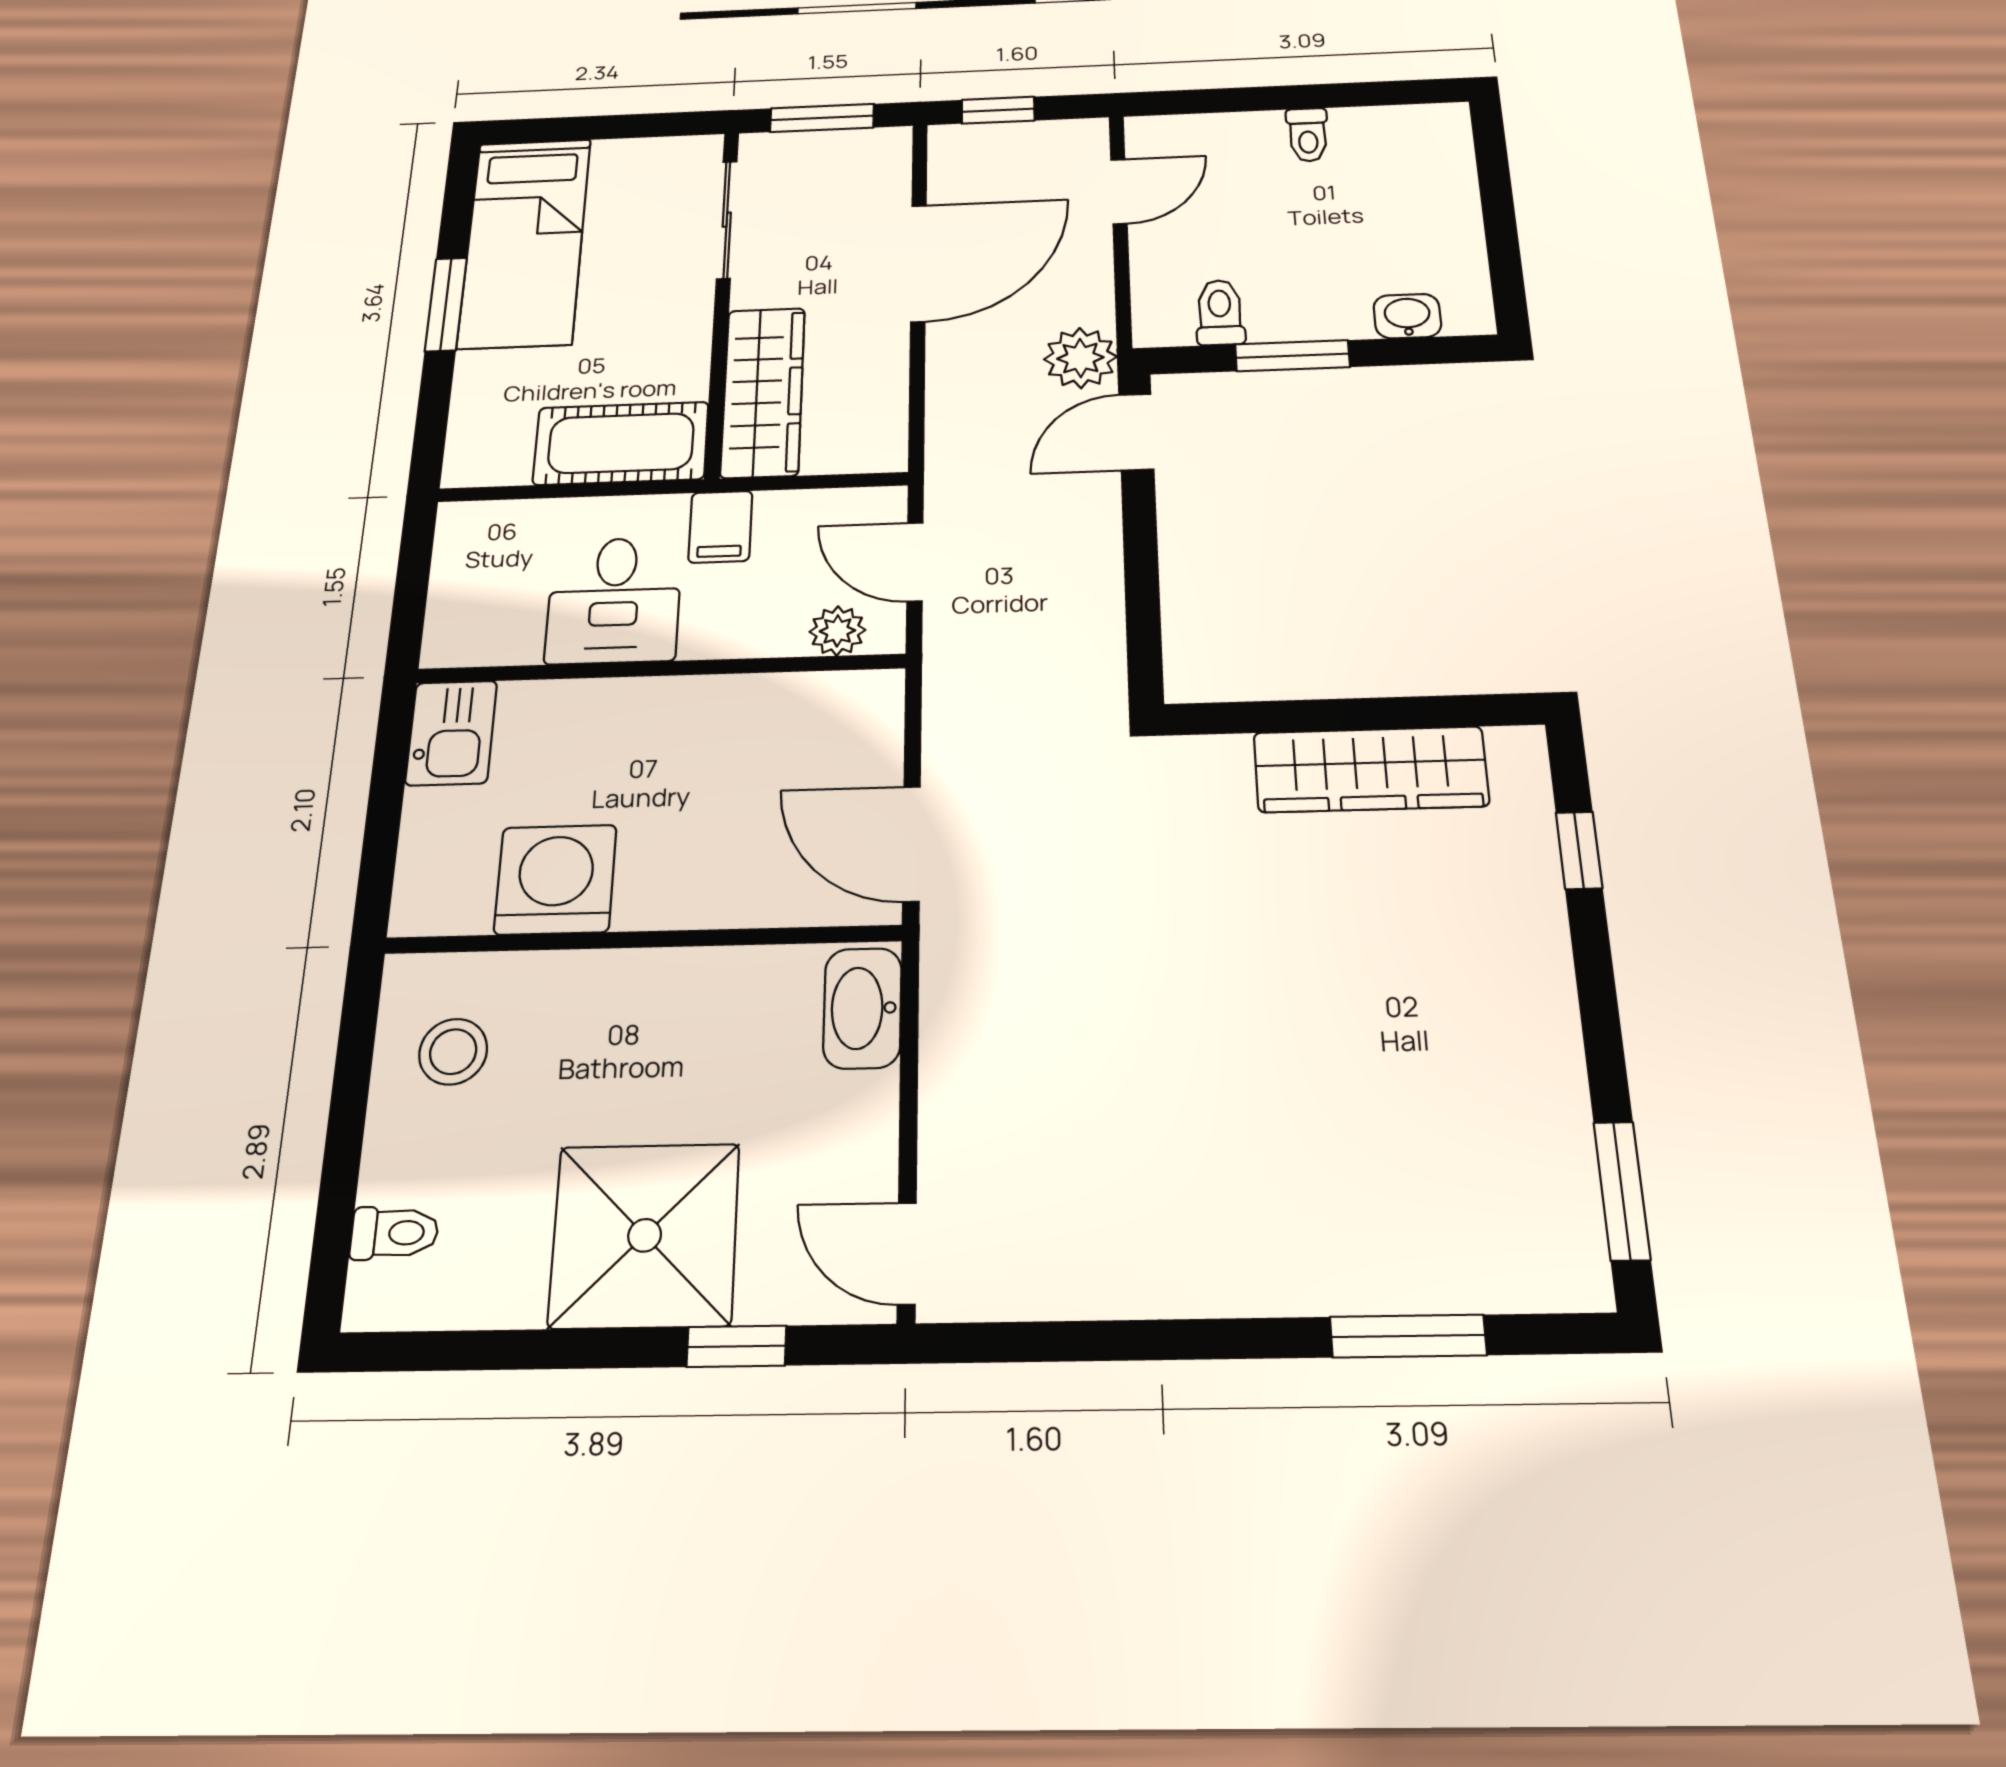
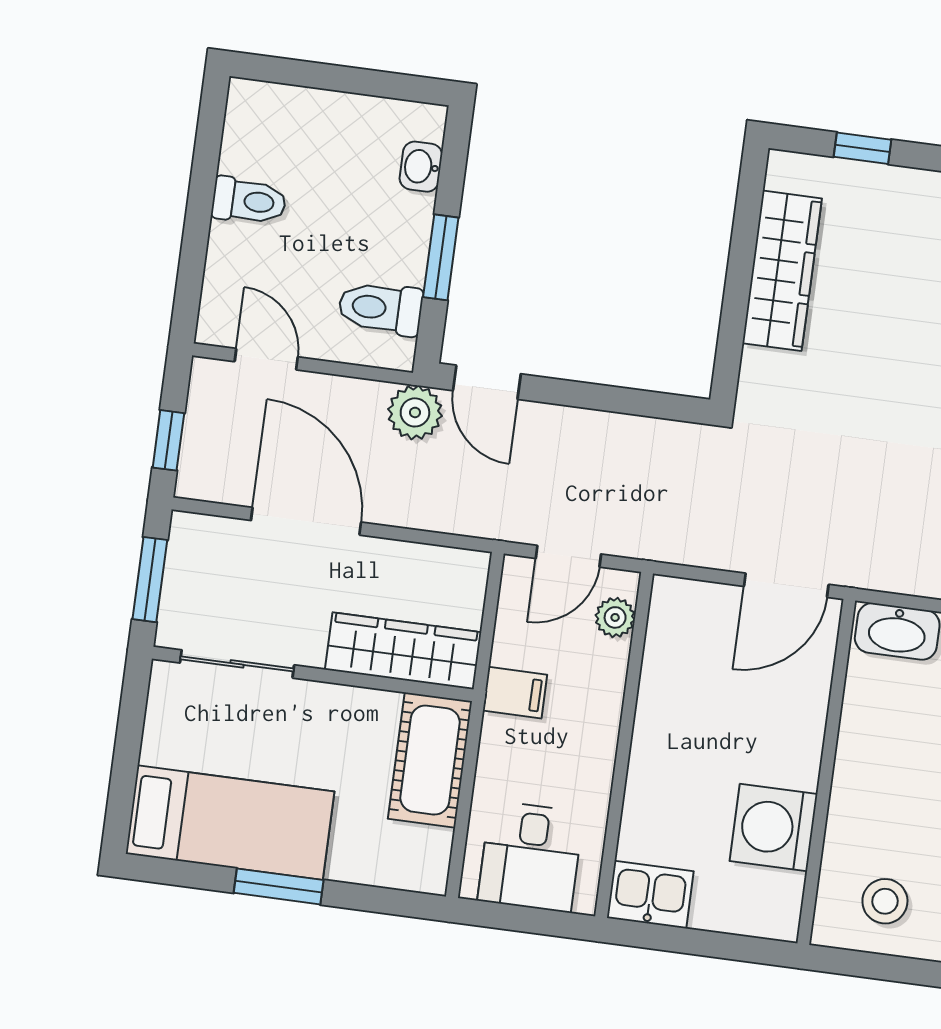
toilet: (1308, 135) -> (249, 201), width x1.37, depth x1.39
toilet: (1220, 312) -> (380, 308), width x1.37, depth x1.39
desk: (614, 600) -> (531, 857), moved, turned 90

